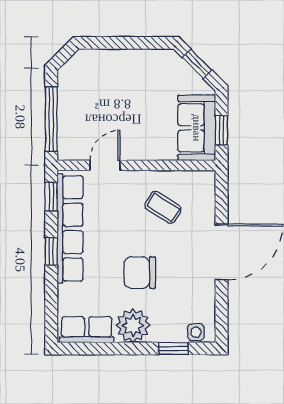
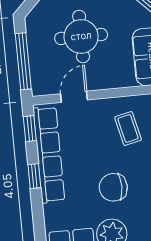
round table: (120, 98) -> (81, 36), added
coffee table: (163, 207) -> (128, 129), turned 44

